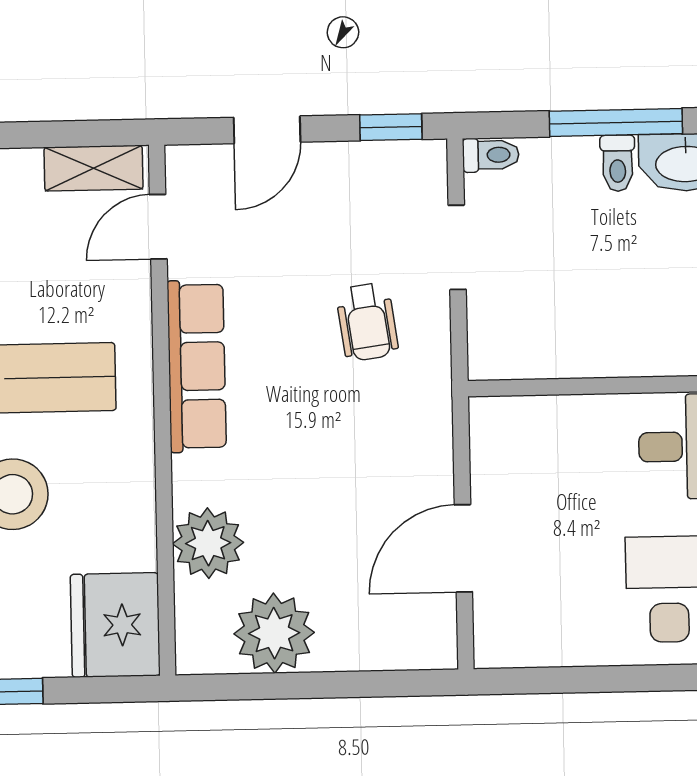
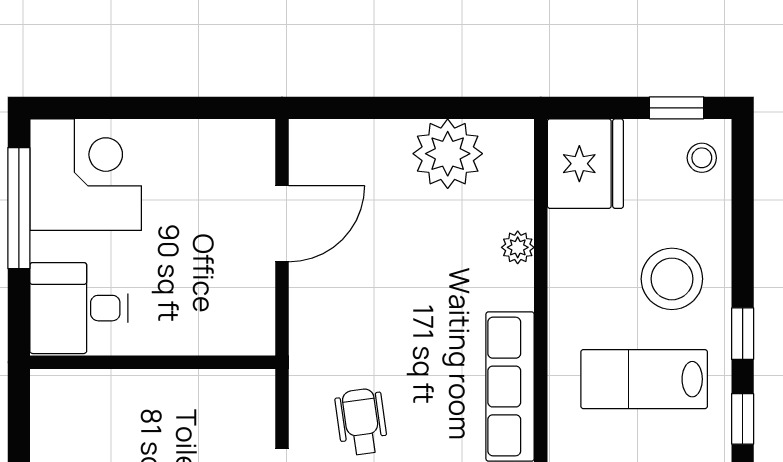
plant: (208, 543) -> (518, 247), width x0.53, depth x0.53

